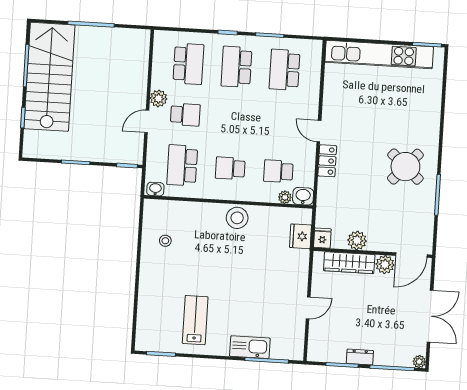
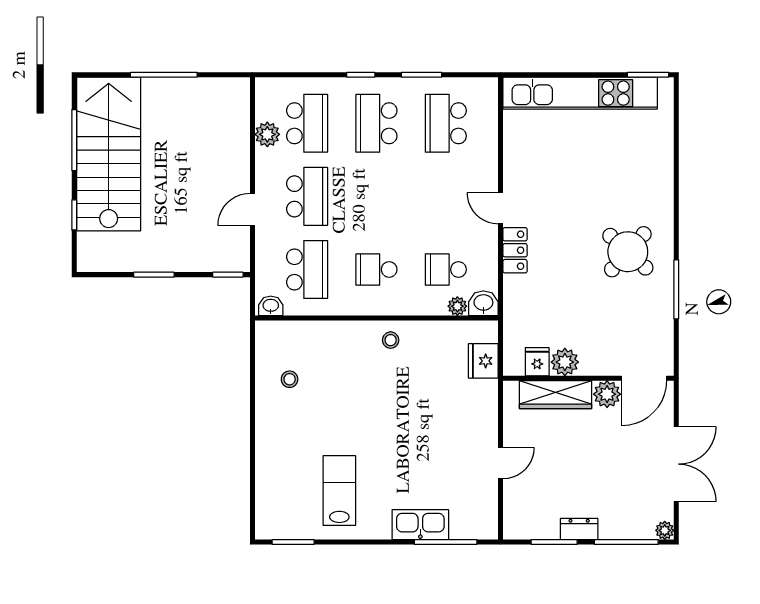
plant: (159, 98) -> (267, 134), moved
school desk: (185, 115) -> (307, 196), width x1.85
school desk: (182, 165) -> (307, 269), turned 180
stool: (237, 218) -> (391, 340), width x0.53, depth x0.53
fridge: (322, 238) -> (537, 362), moved

